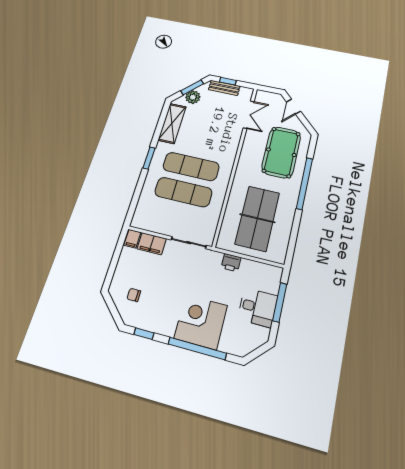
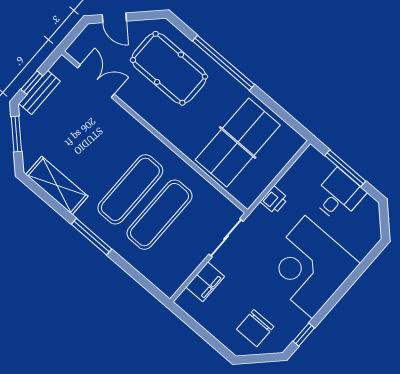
plant: (193, 97) -> (32, 140), removed
window: (149, 158) -> (92, 237), width x1.44
table tennis table: (257, 218) -> (238, 142), turned 90
filing cabinet: (132, 239) -> (188, 302), removed
chair: (134, 295) -> (255, 328), width x1.87, depth x1.87
corner desk: (201, 322) -> (309, 267), width x1.36, depth x1.36
window: (197, 349) -> (348, 283), removed

